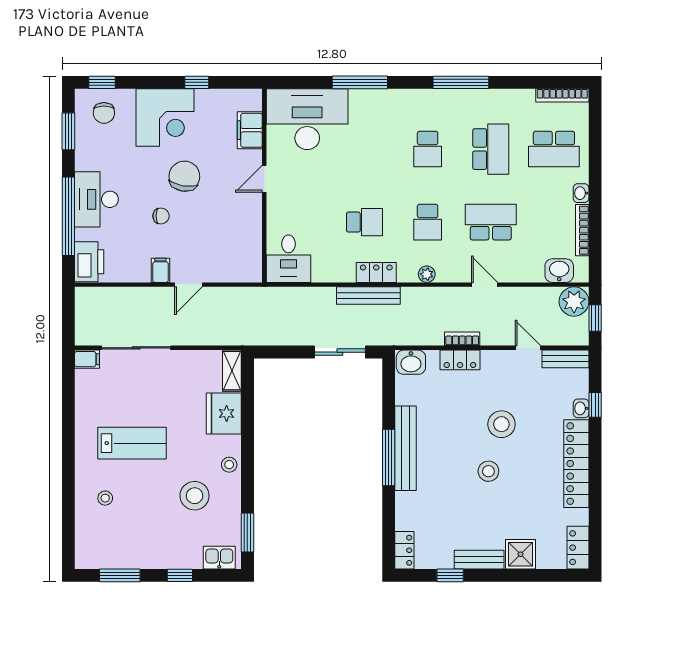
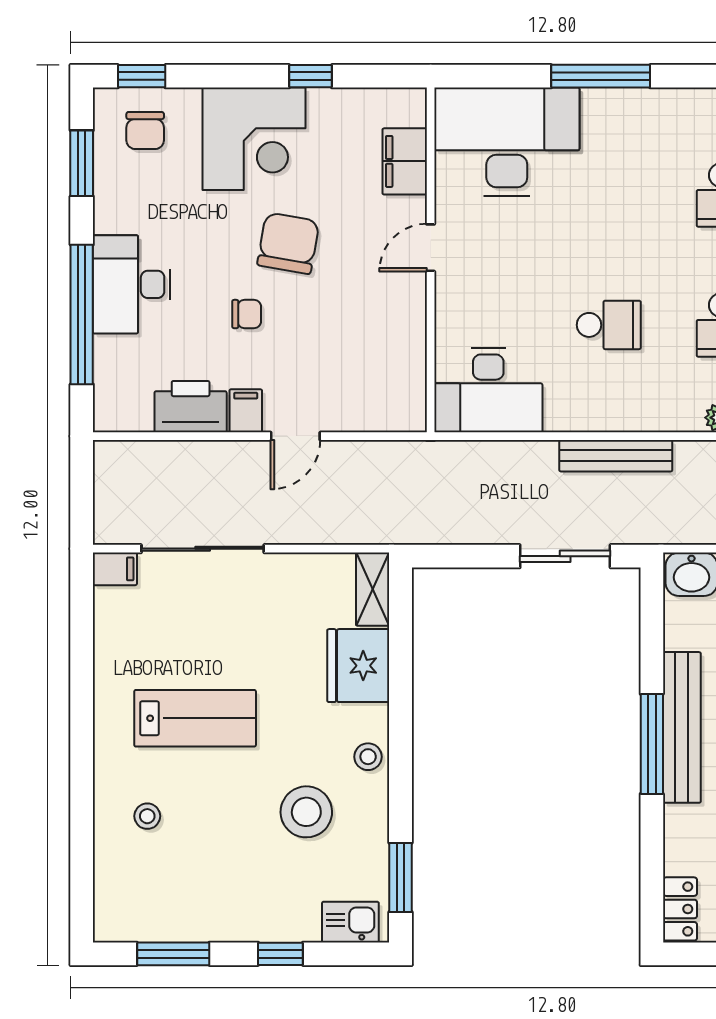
desk: (289, 259) -> (488, 390), width x1.37
printer: (89, 262) -> (191, 407), moved, turned -90
locker: (376, 272) -> (630, 415), removed

